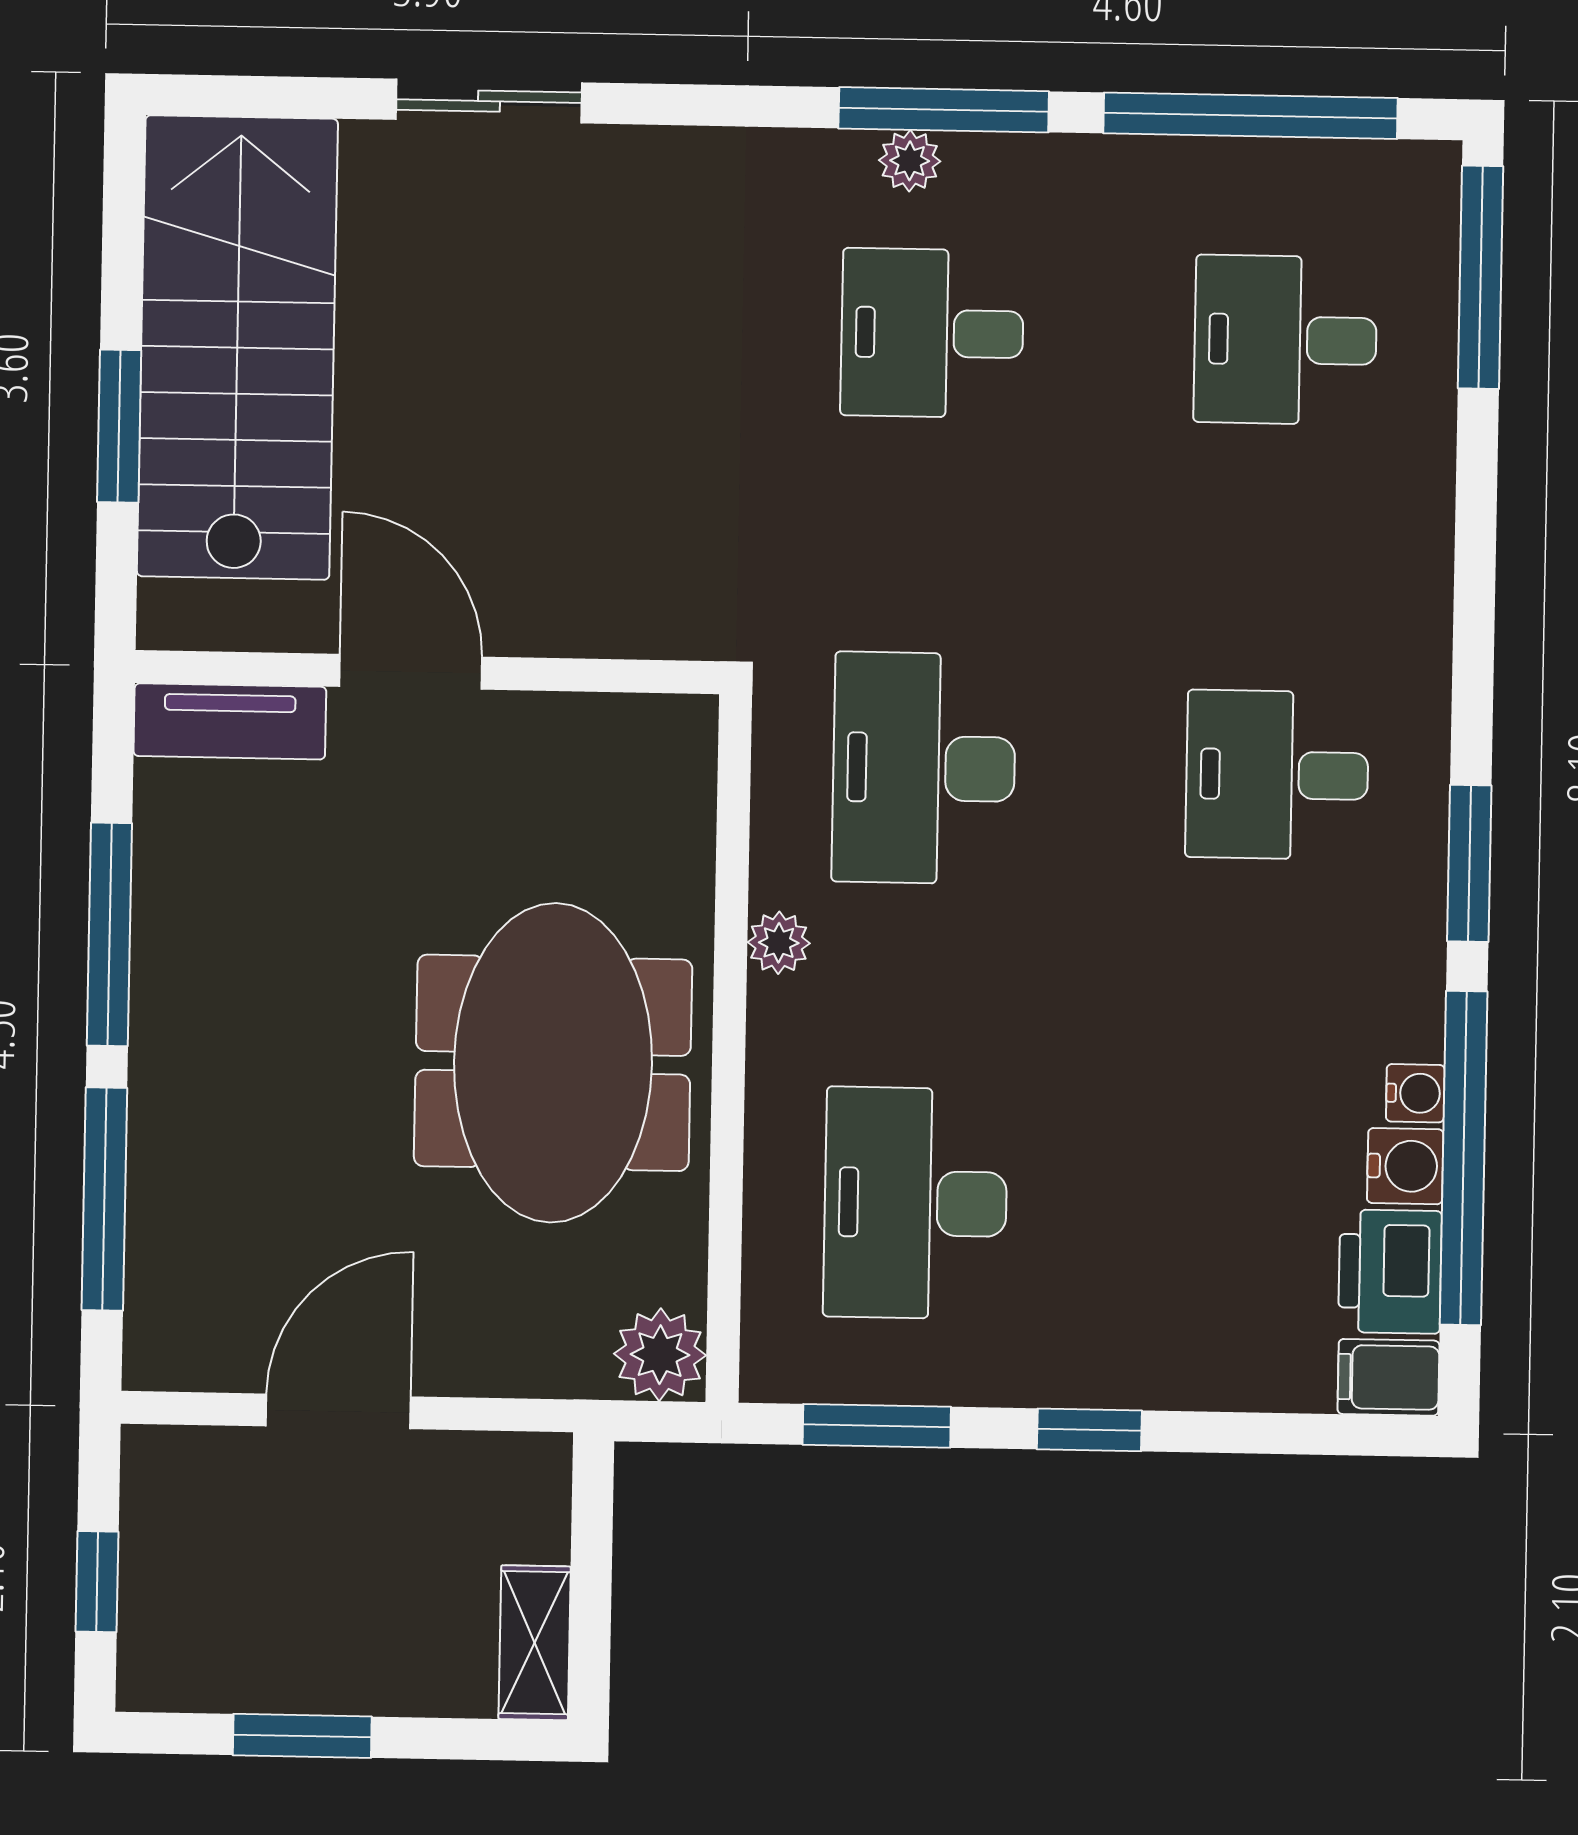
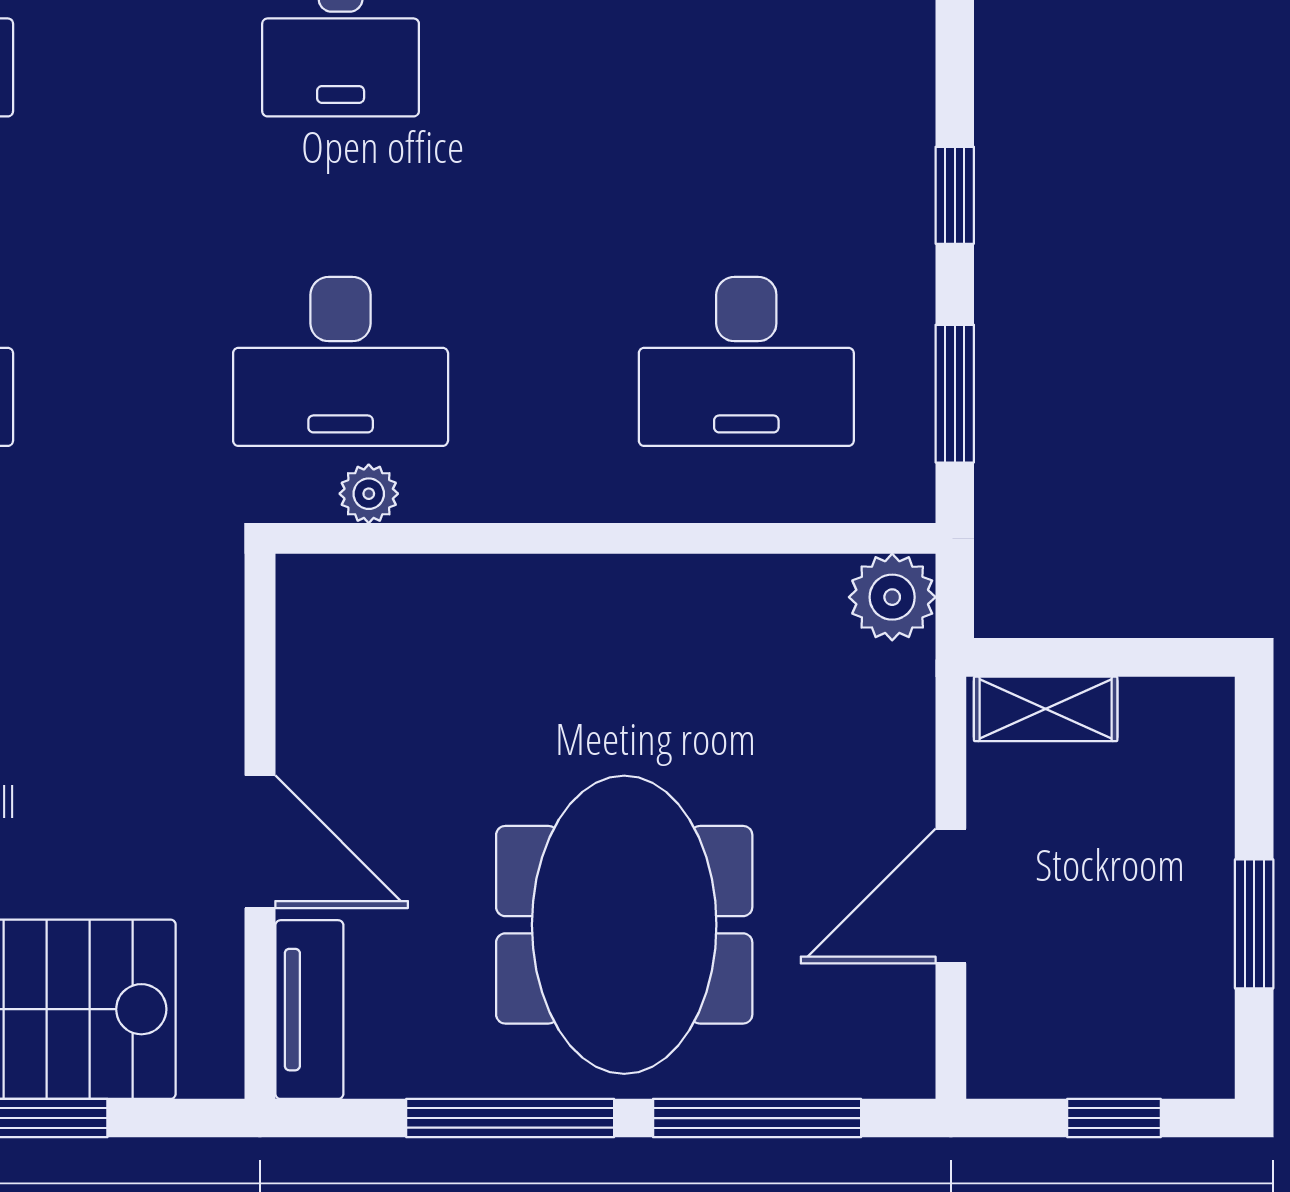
door: (411, 672) -> (260, 842), swing flipped
plant: (779, 943) -> (369, 494), moved
meeting table: (553, 1063) -> (624, 925), moved, turned 90
door: (338, 1411) -> (951, 896), hinge flipped
shelving: (535, 1643) -> (1046, 709), moved

